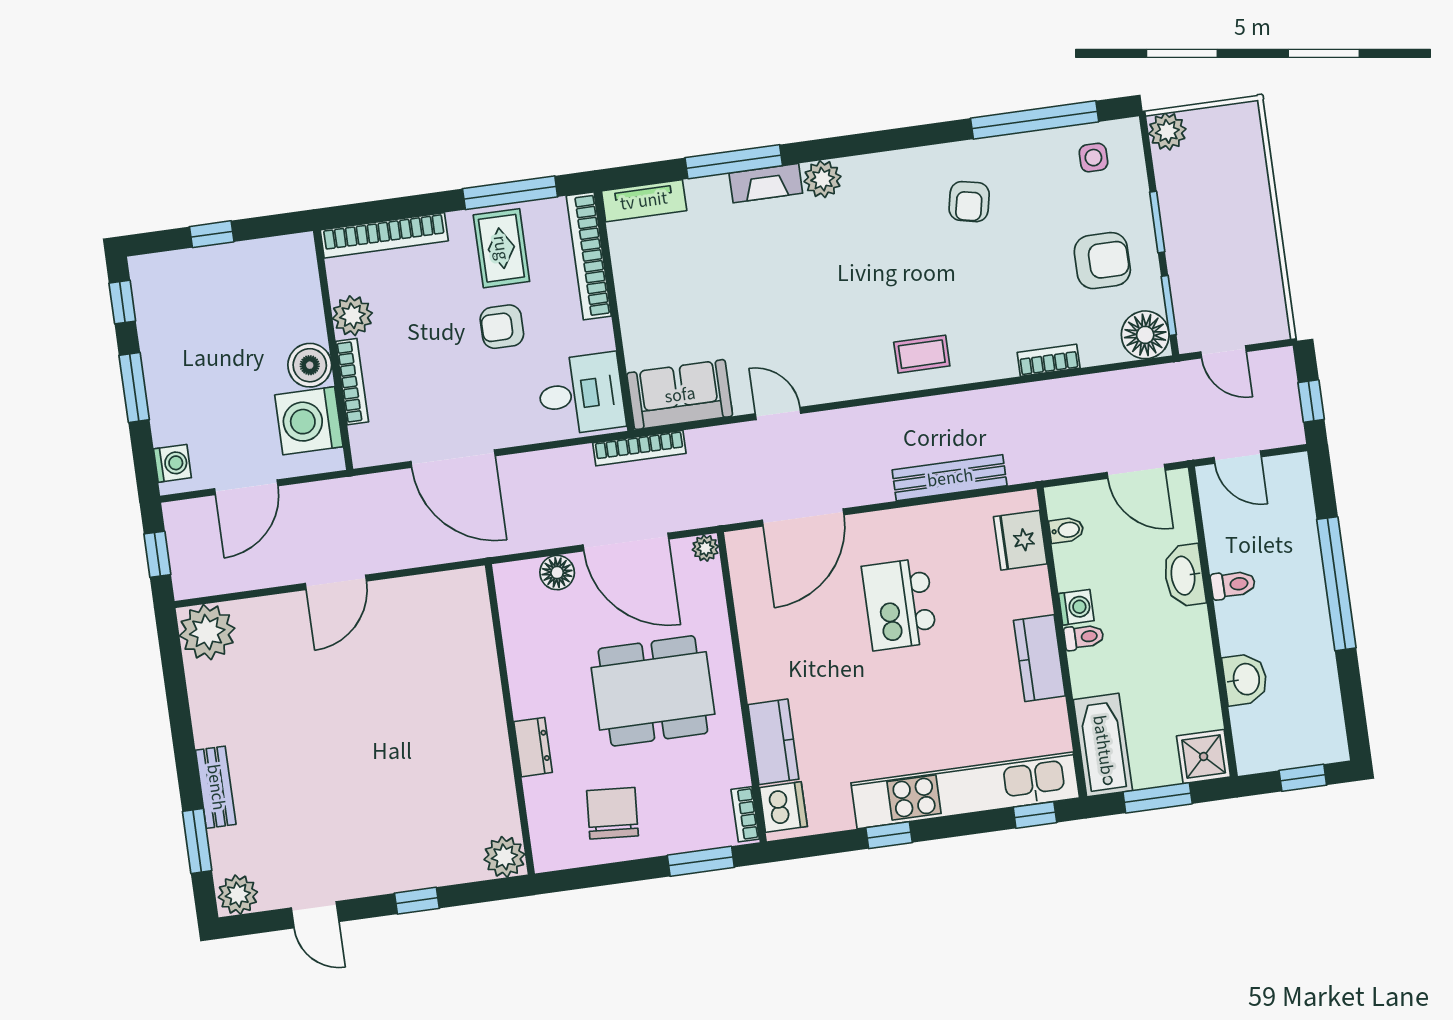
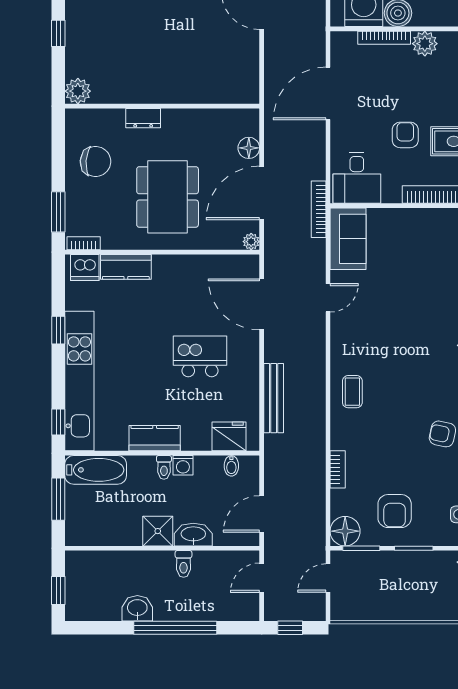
washbasin: (1245, 679) -> (137, 608), moved, turned 180
shower: (1204, 756) -> (158, 531), moved

